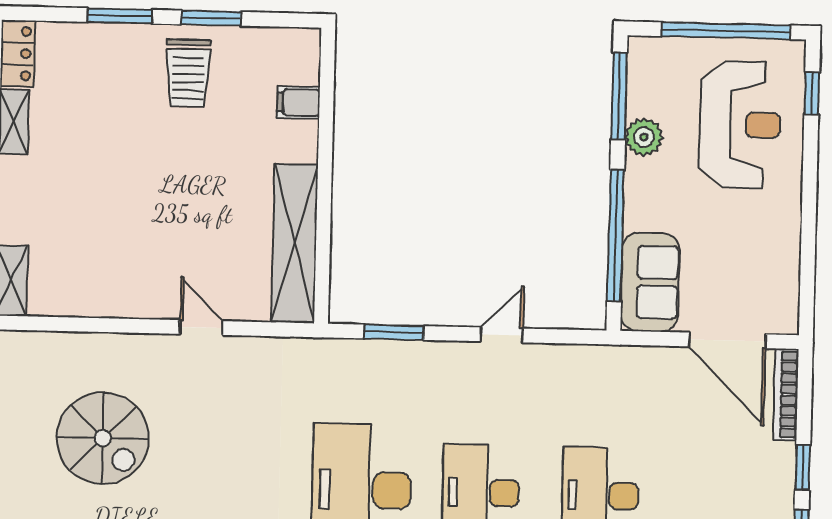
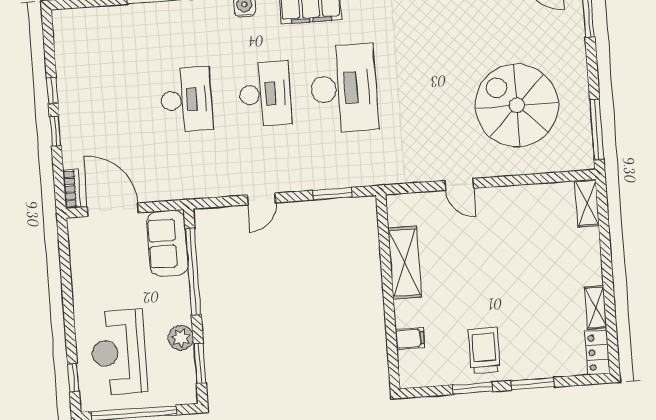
window: (619, 96) -> (200, 363), width x0.69
shelving: (295, 243) -> (405, 262), width x0.68
bookcase: (786, 394) -> (72, 189), width x0.64
spiral stairs: (103, 438) -> (517, 105), width x1.37, depth x1.37

